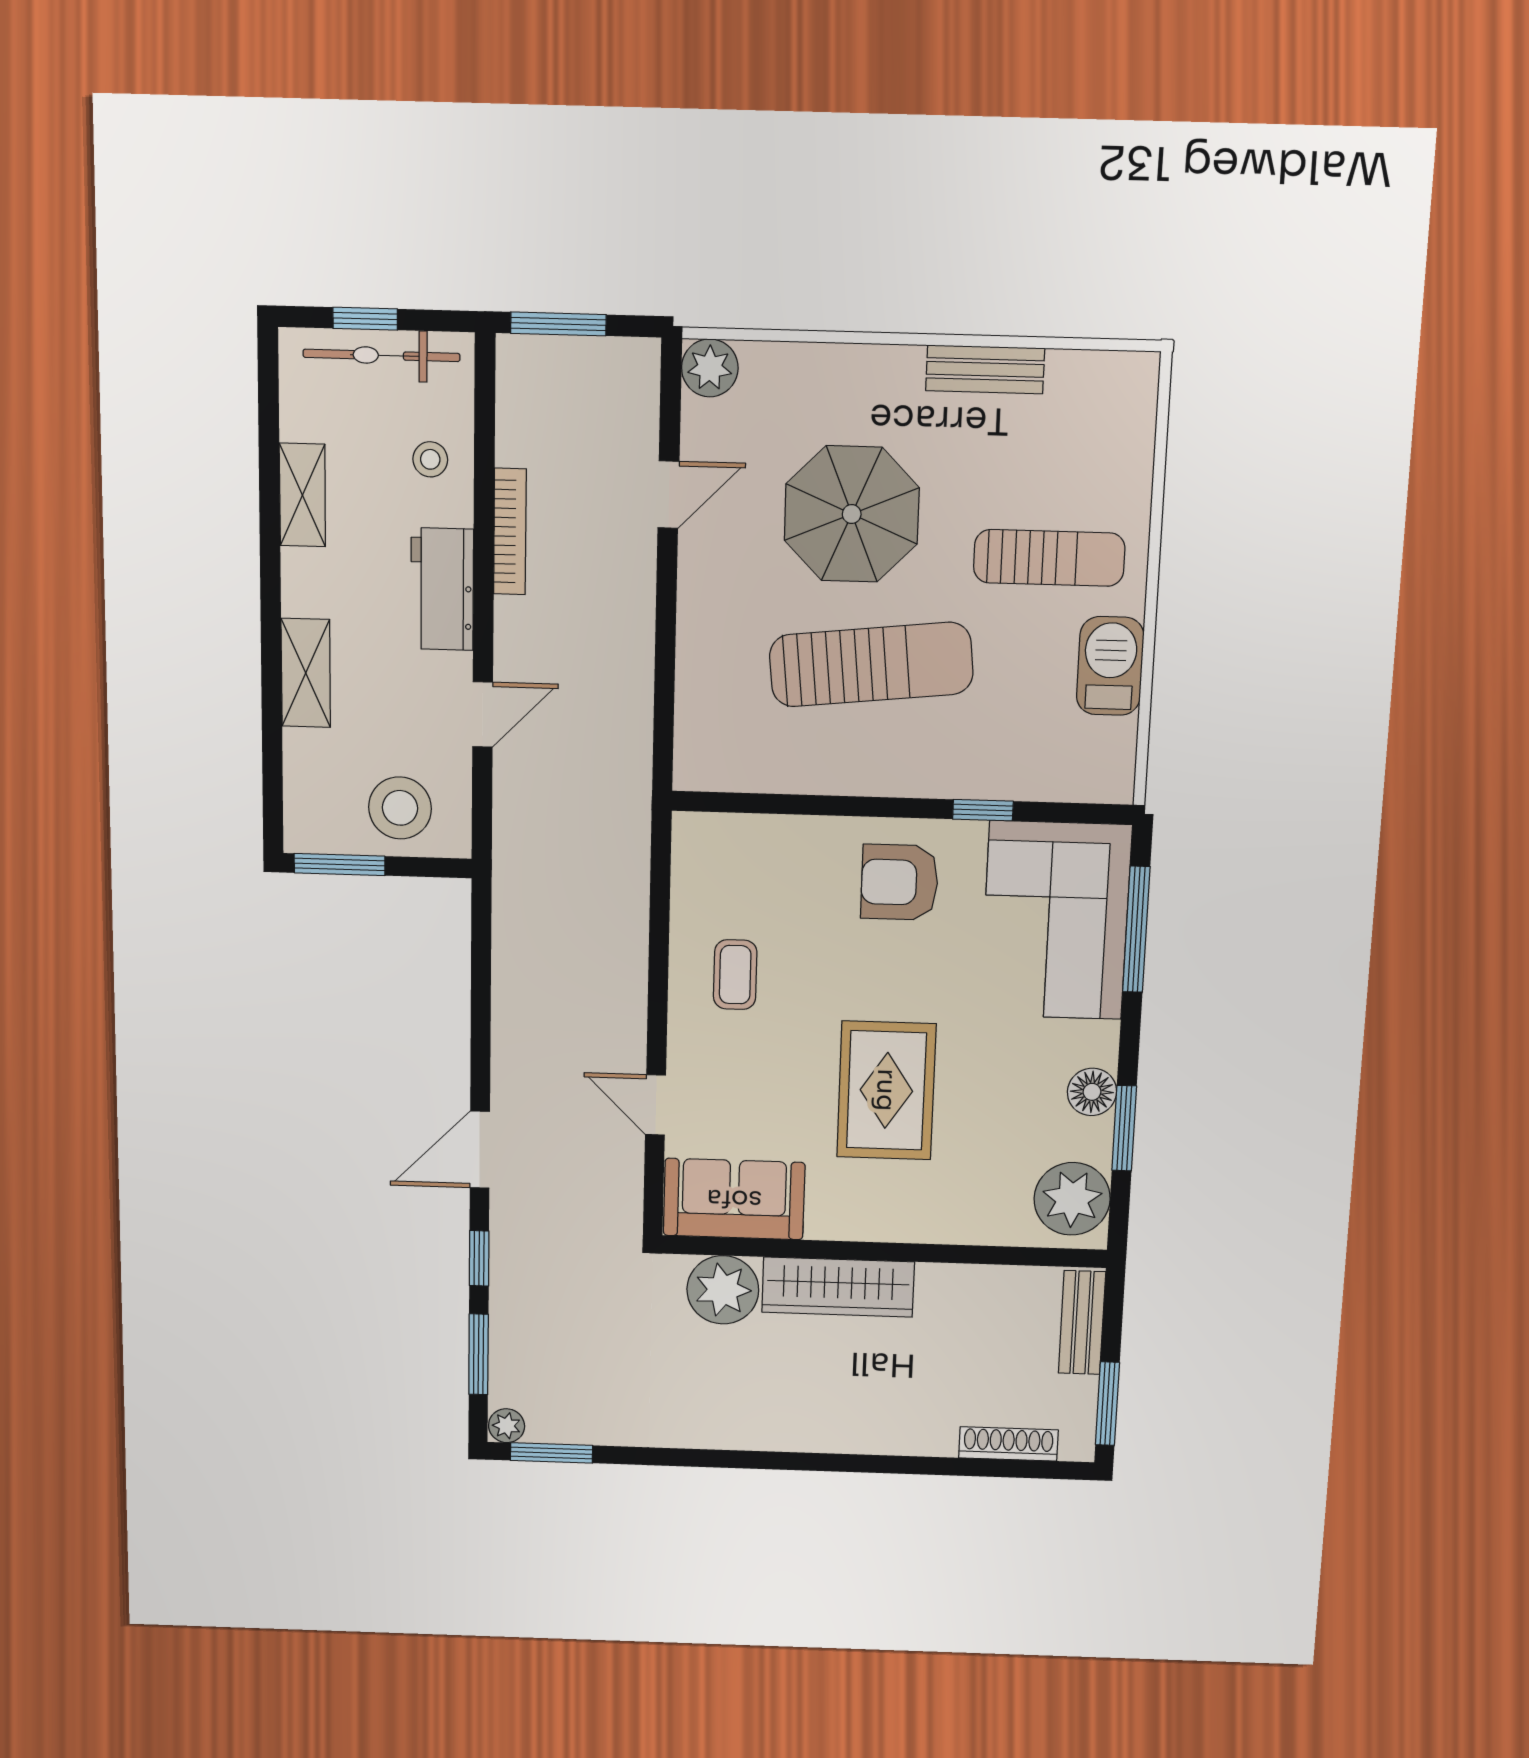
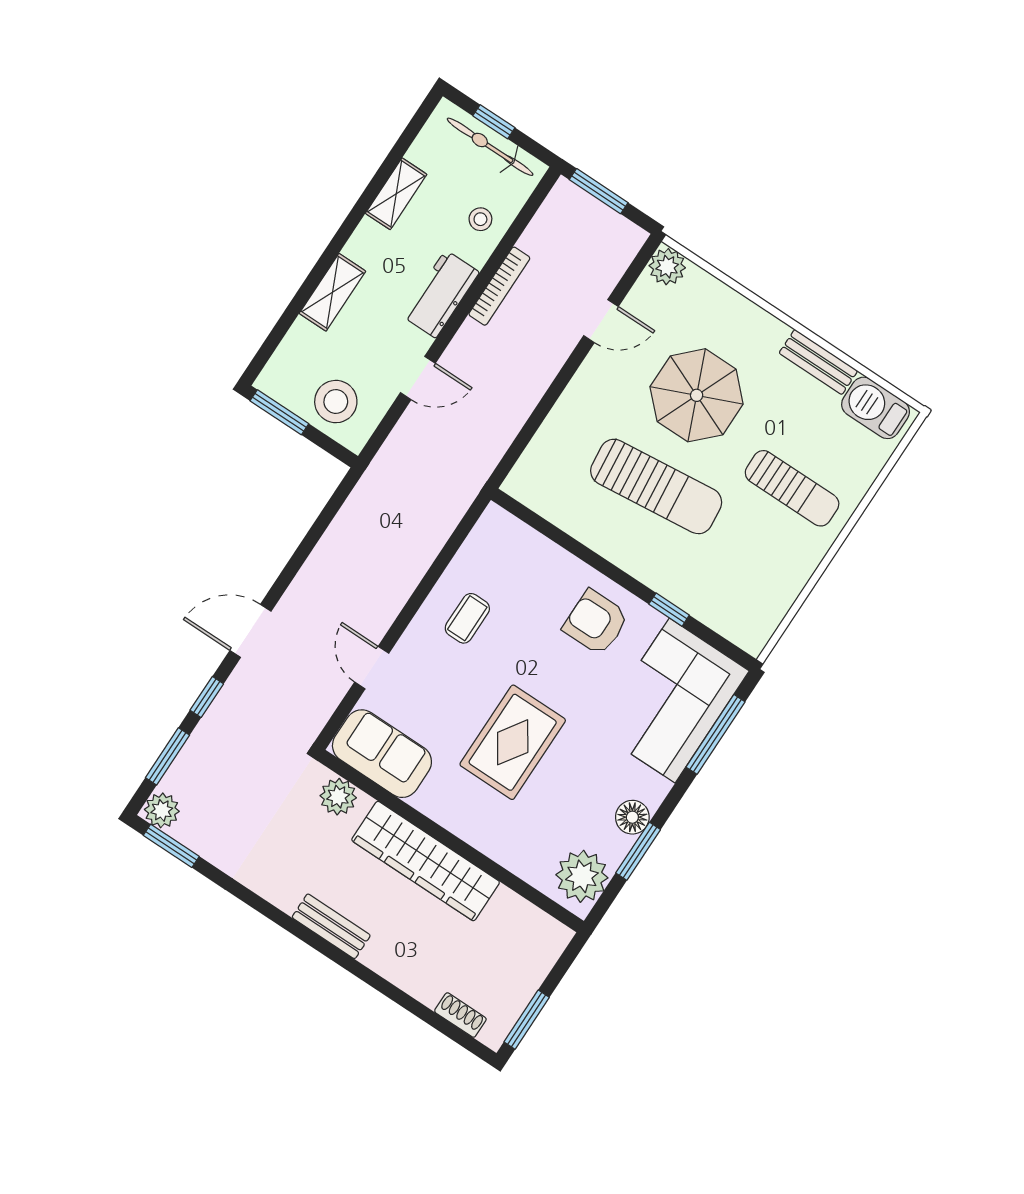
barbecue: (1110, 666) -> (876, 408), moved, turned -90
wardrobe: (838, 1287) -> (426, 861), width x1.40, depth x1.17
plant: (723, 1290) -> (338, 797), width x0.73, depth x0.73
bench: (1082, 1323) -> (331, 926), moved, turned 90
plant: (507, 1426) -> (162, 810), width x1.38, depth x1.38
shoe rack: (1008, 1444) -> (460, 1015), width x0.70

